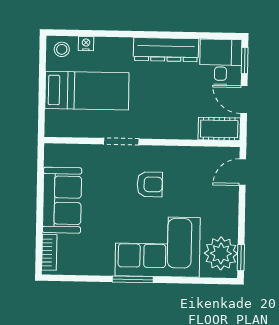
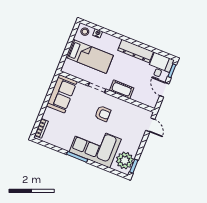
cot: (219, 129) -> (122, 89), moved
door: (243, 172) -> (150, 125), swing flipped
sofa: (62, 200) -> (62, 94), moved

